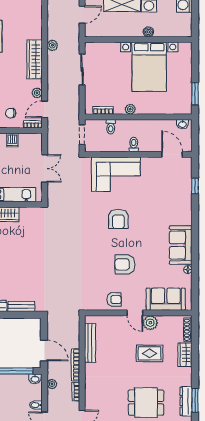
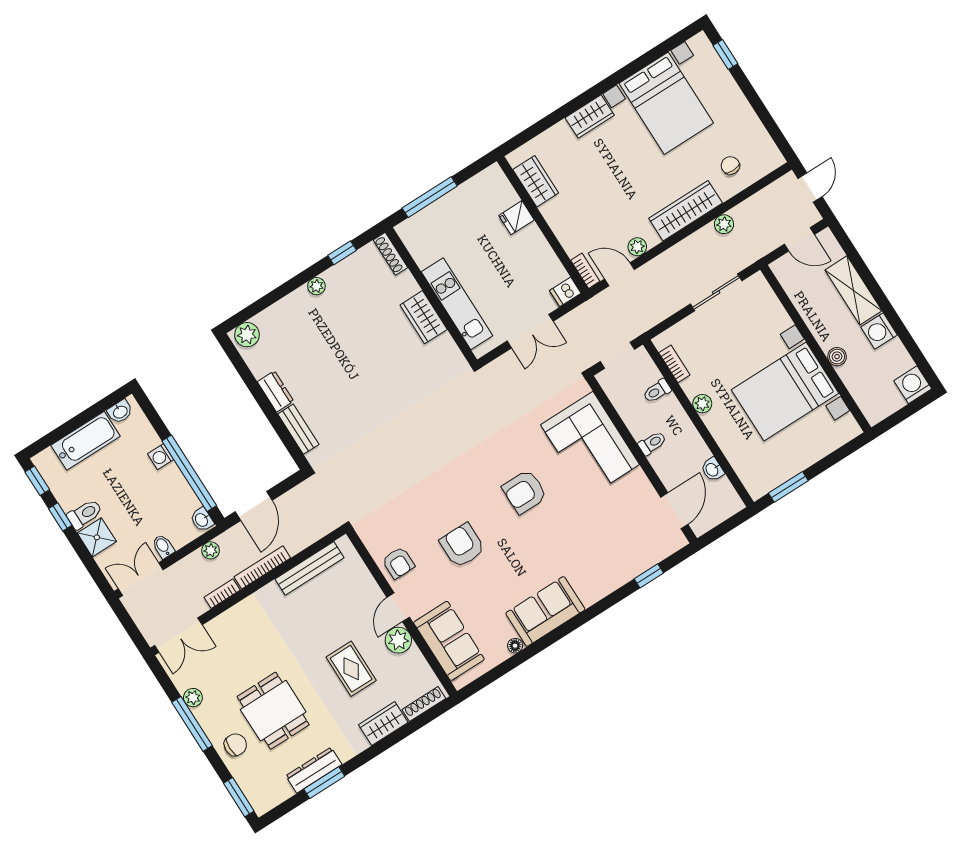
chair: (11, 113) -> (730, 166), moved
washbasin: (182, 124) -> (712, 470), moved
dishwasher: (12, 140) -> (565, 292), moved

